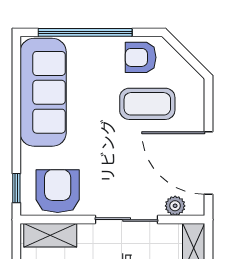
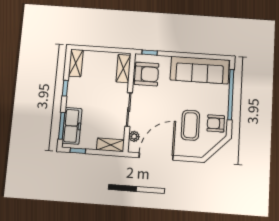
armchair: (141, 57) -> (216, 123), turned -90

